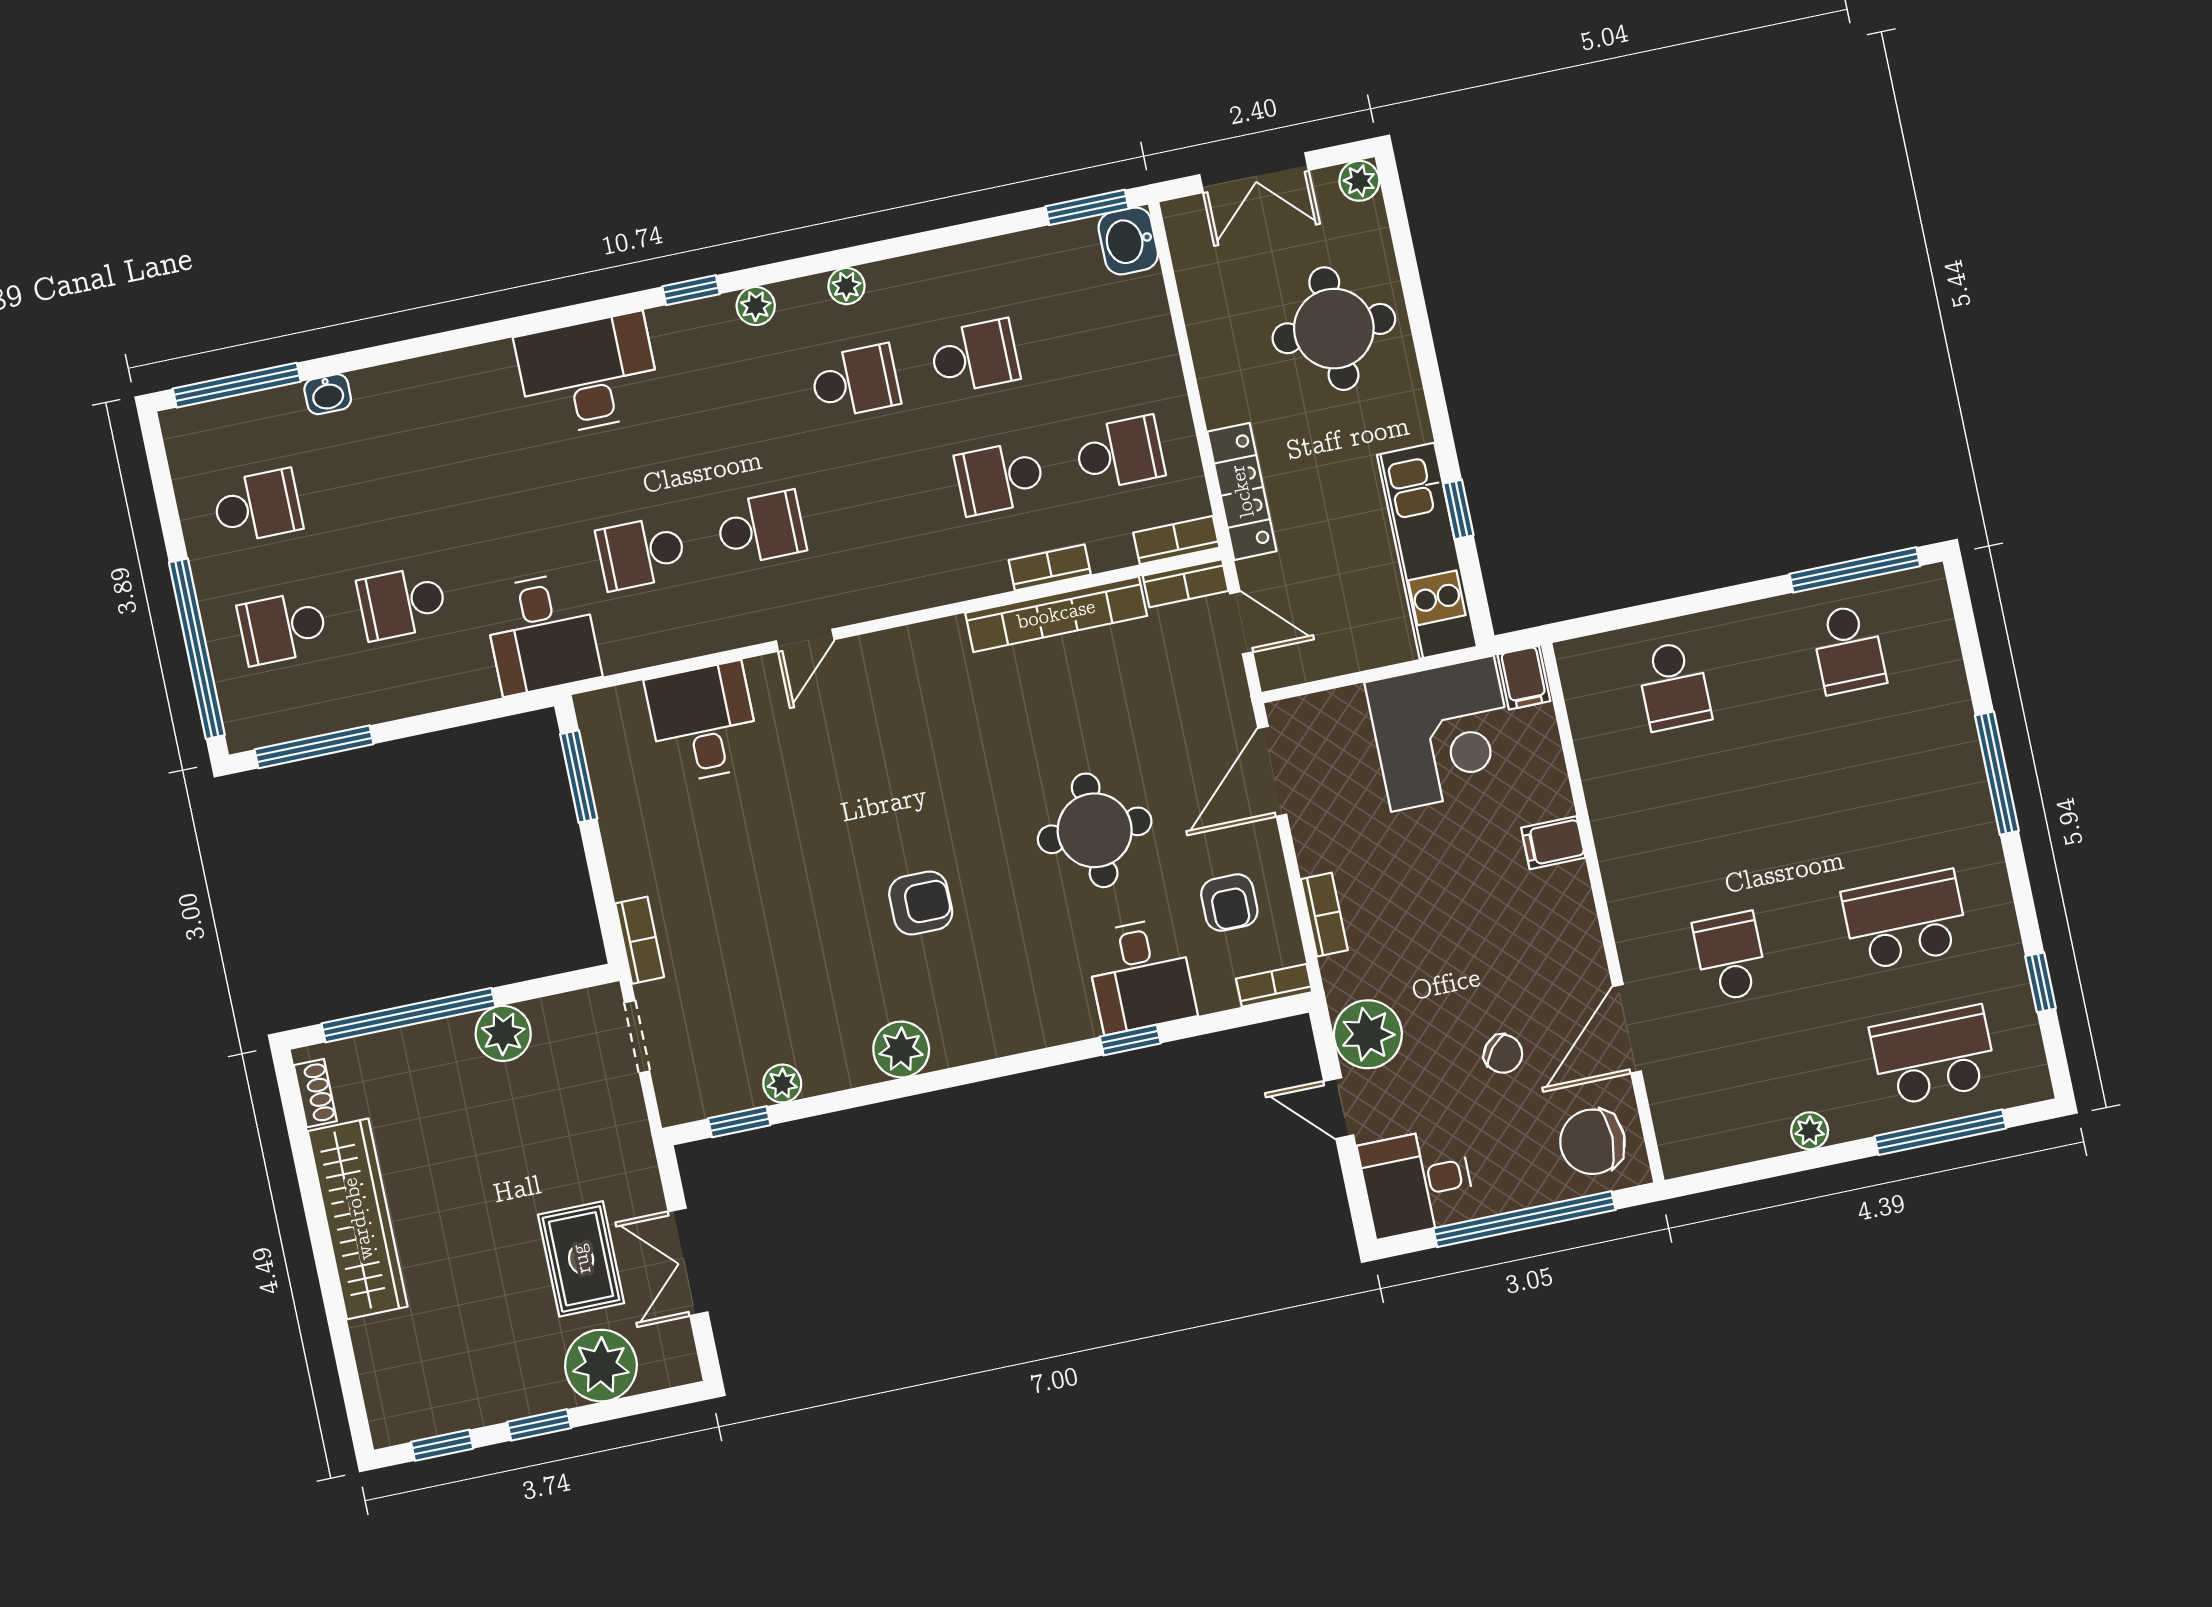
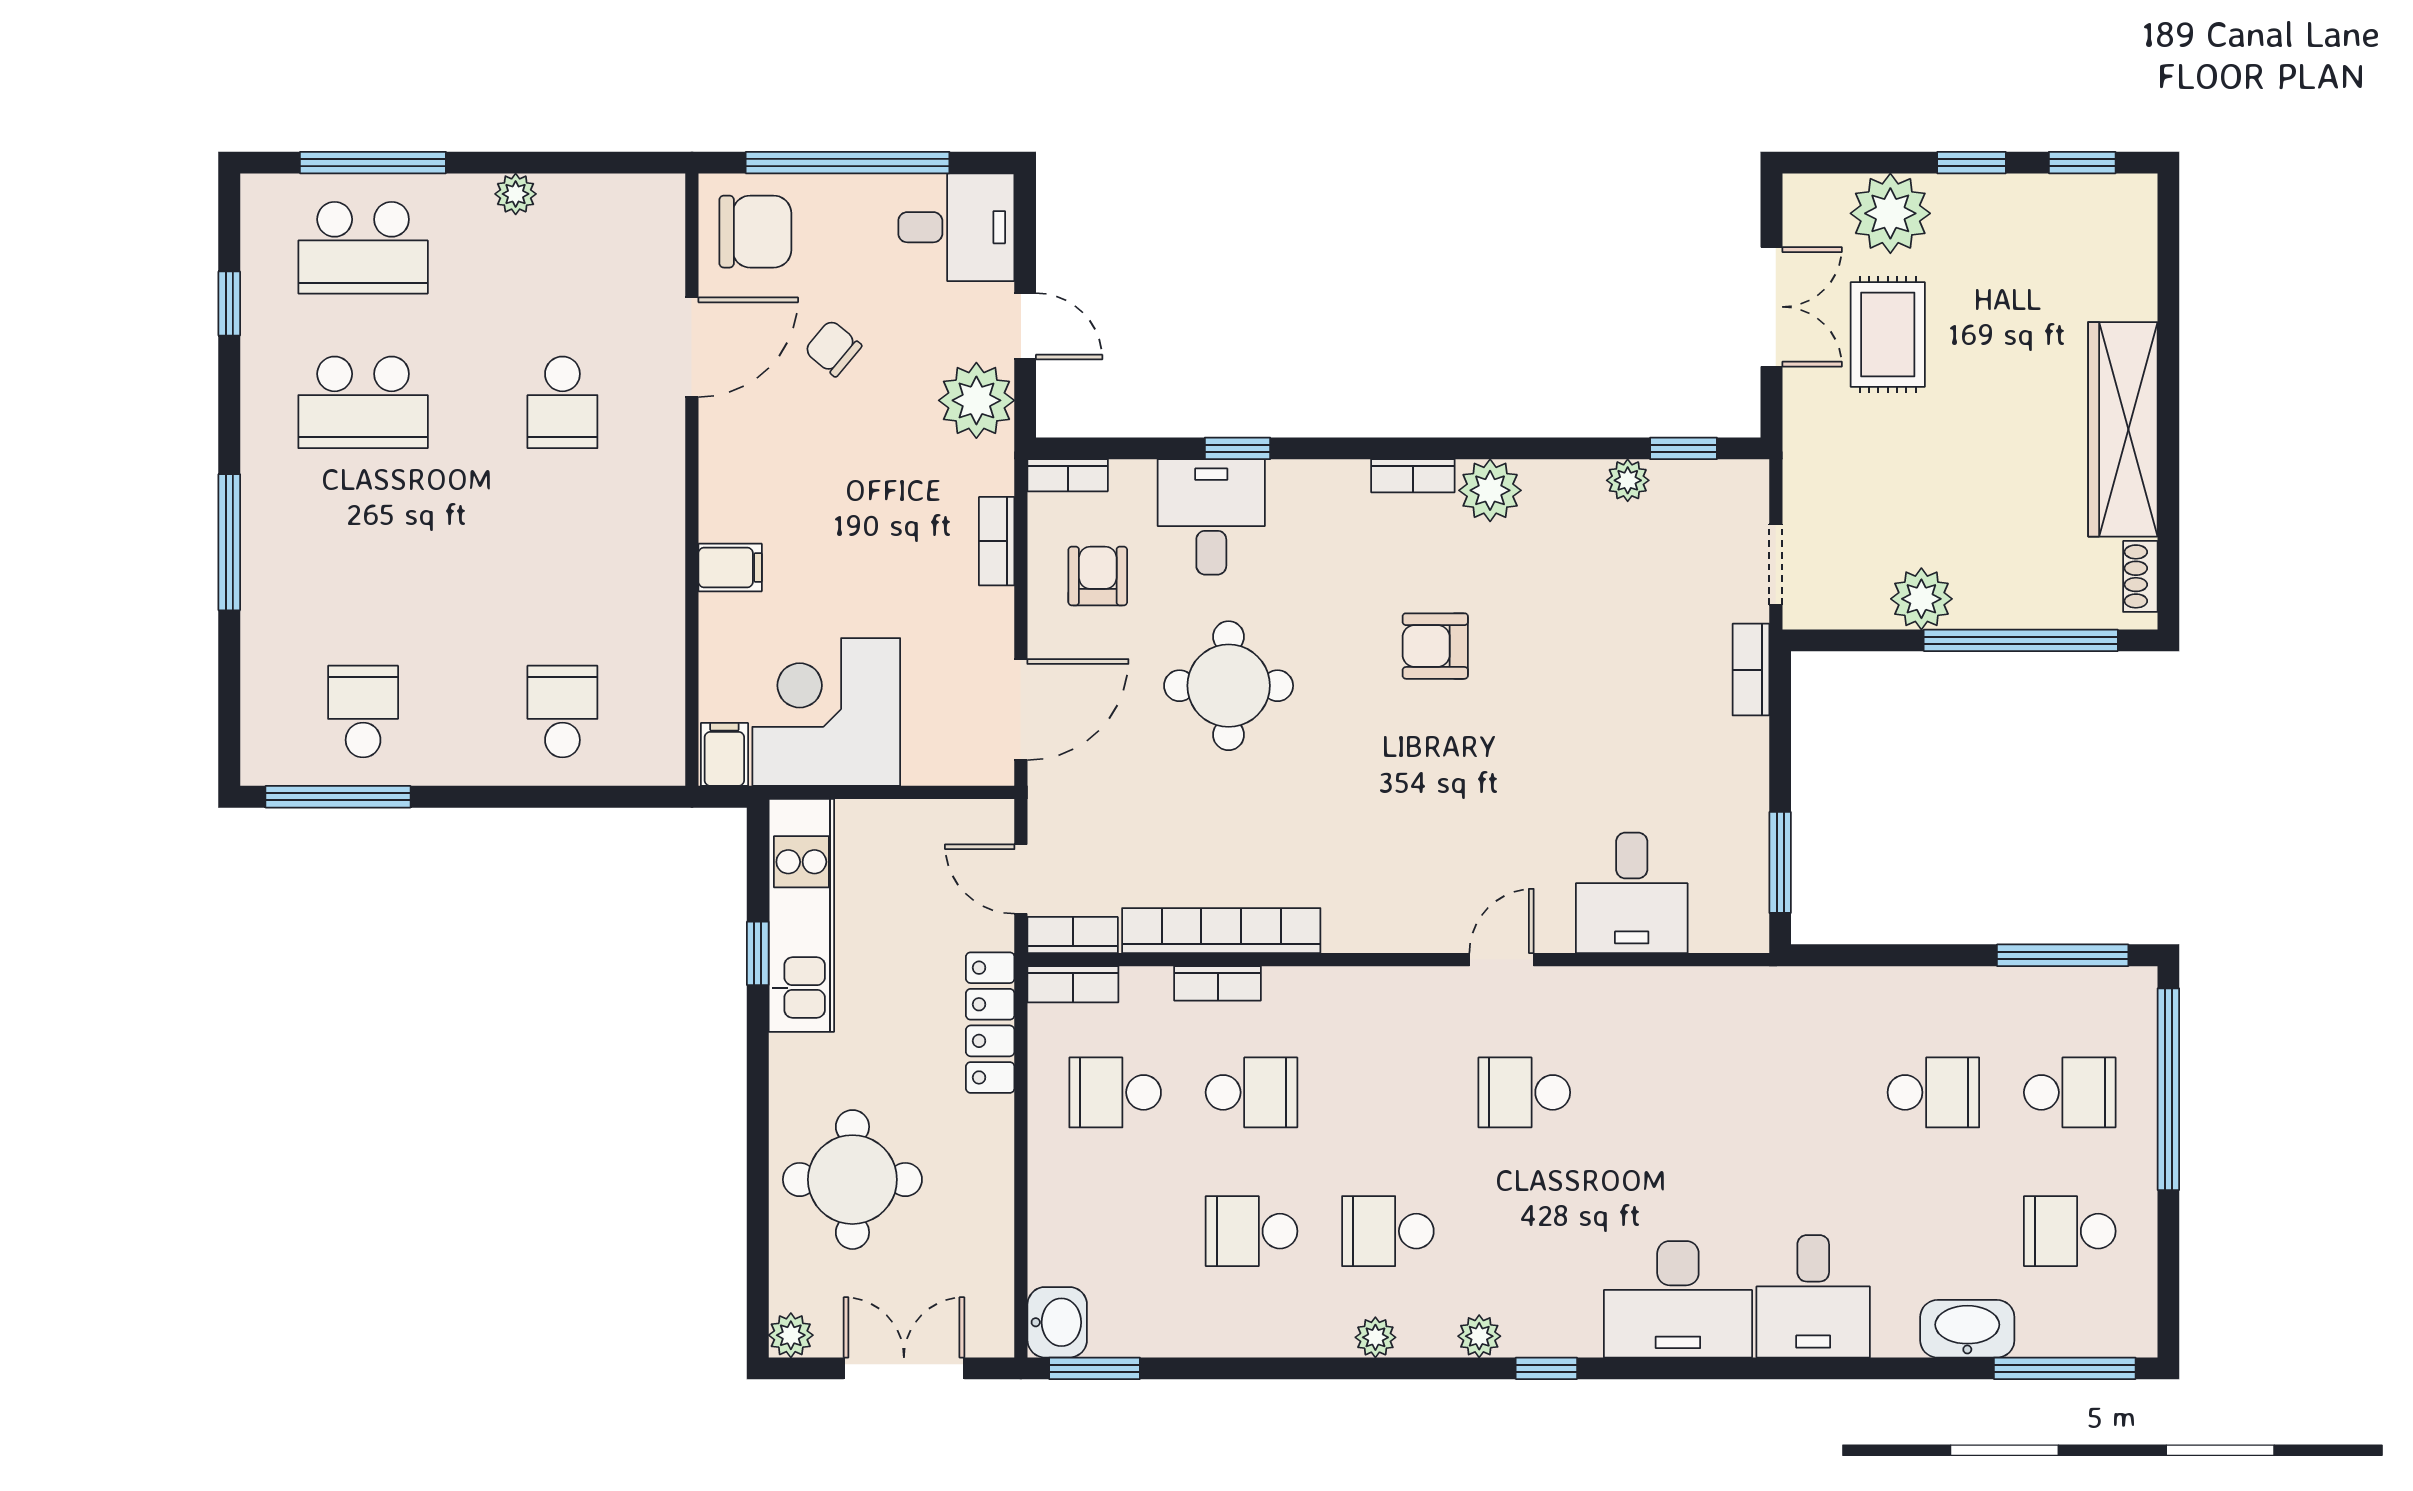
washbasin: (328, 394) -> (1967, 1329), width x1.91, depth x1.45
school desk: (641, 553) -> (1661, 1092), removed
desk: (542, 633) -> (1813, 1296), moved, turned 180
bookcase: (971, 1048) -> (1413, 476), added

